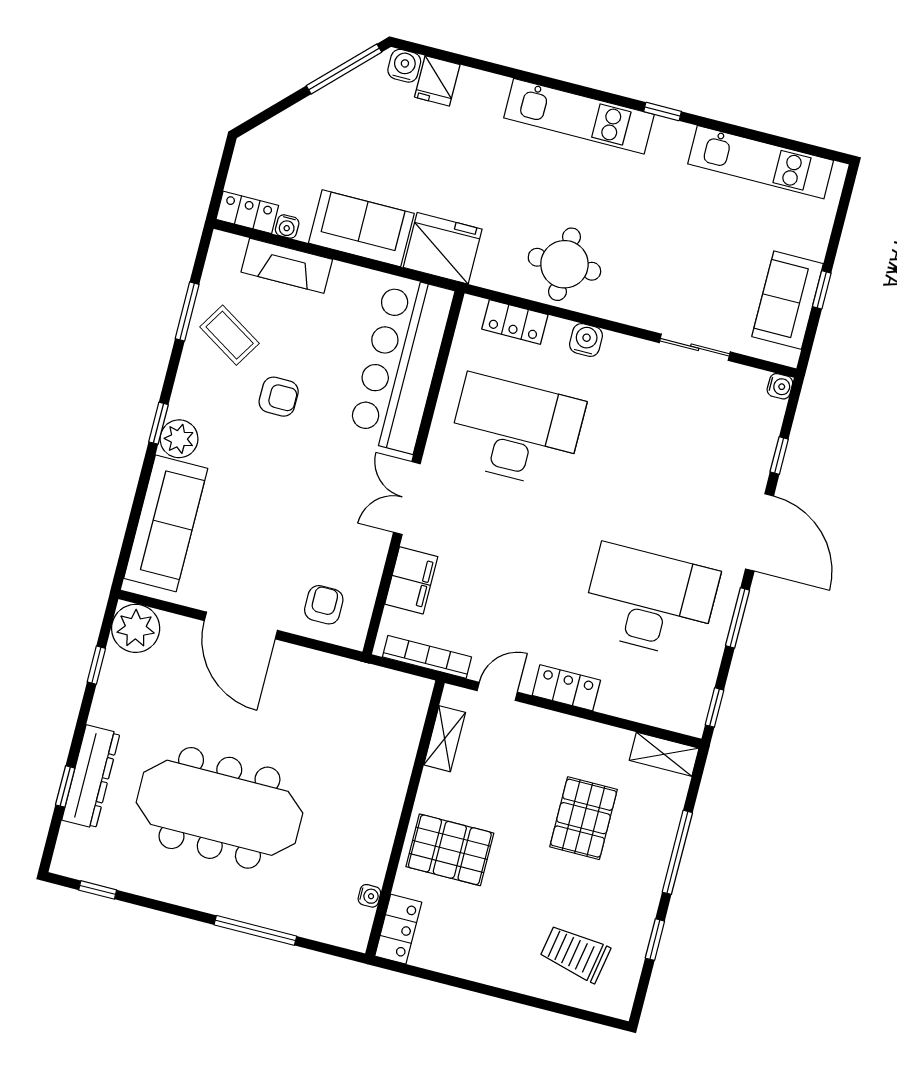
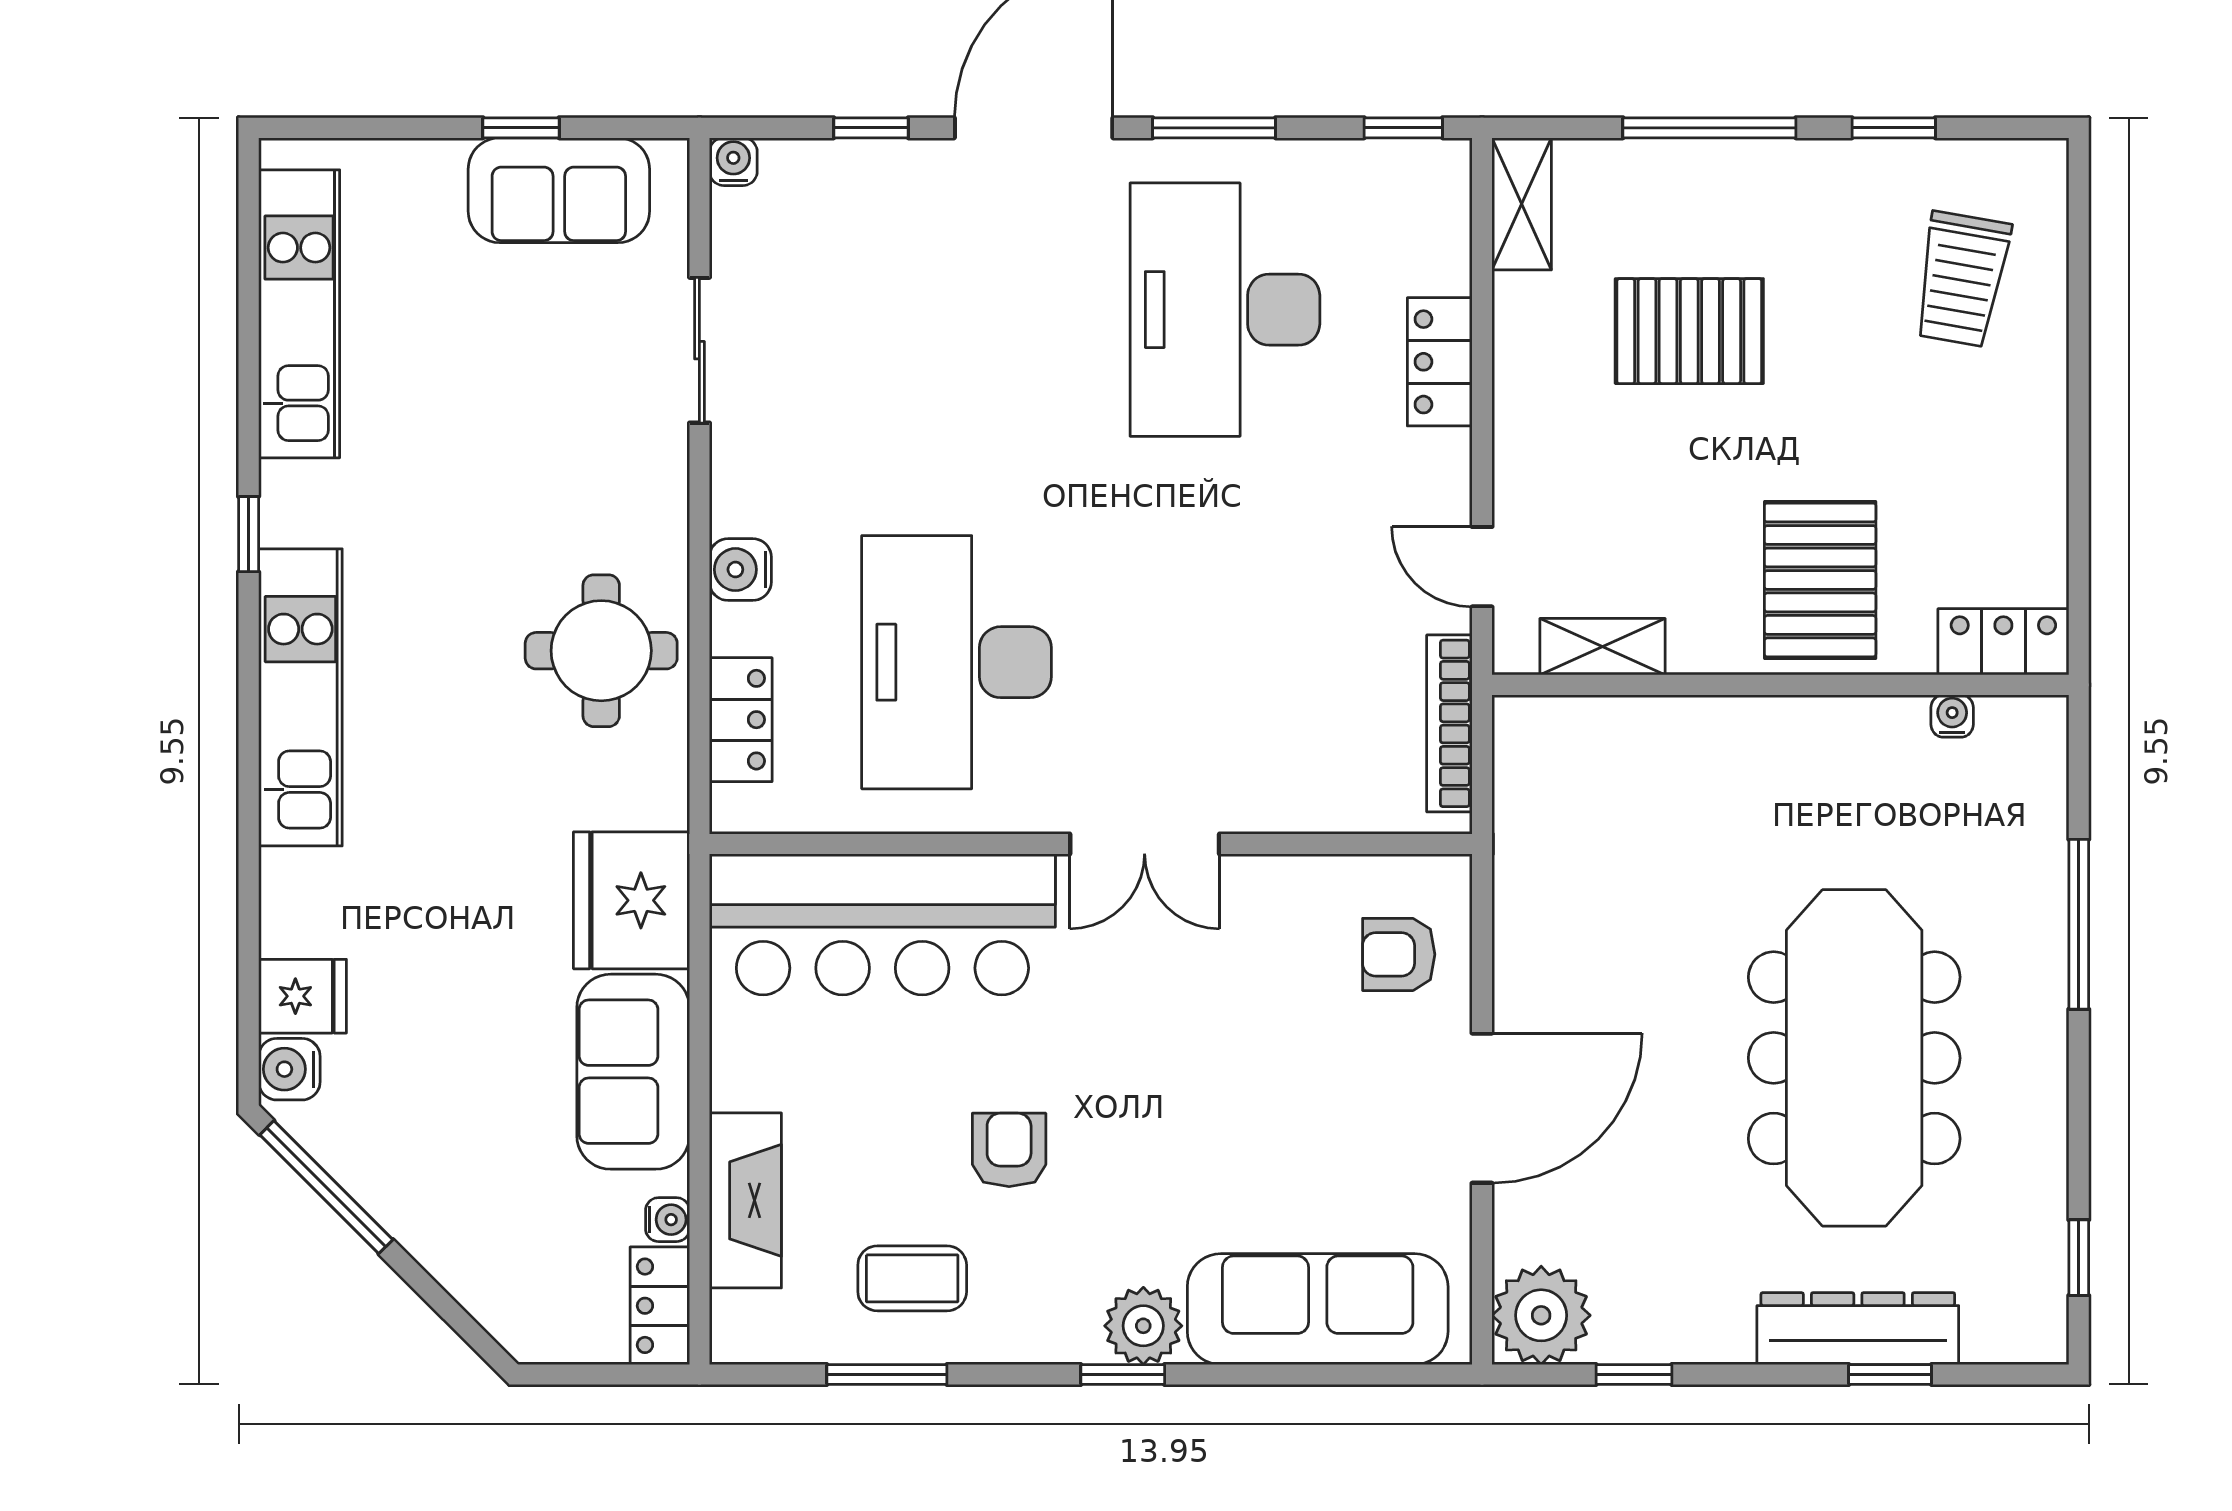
coffee table: (230, 335) -> (912, 1278), turned 58
filing cabinet: (411, 580) -> (1306, 794), removed
locker: (566, 688) -> (1440, 362), moved

